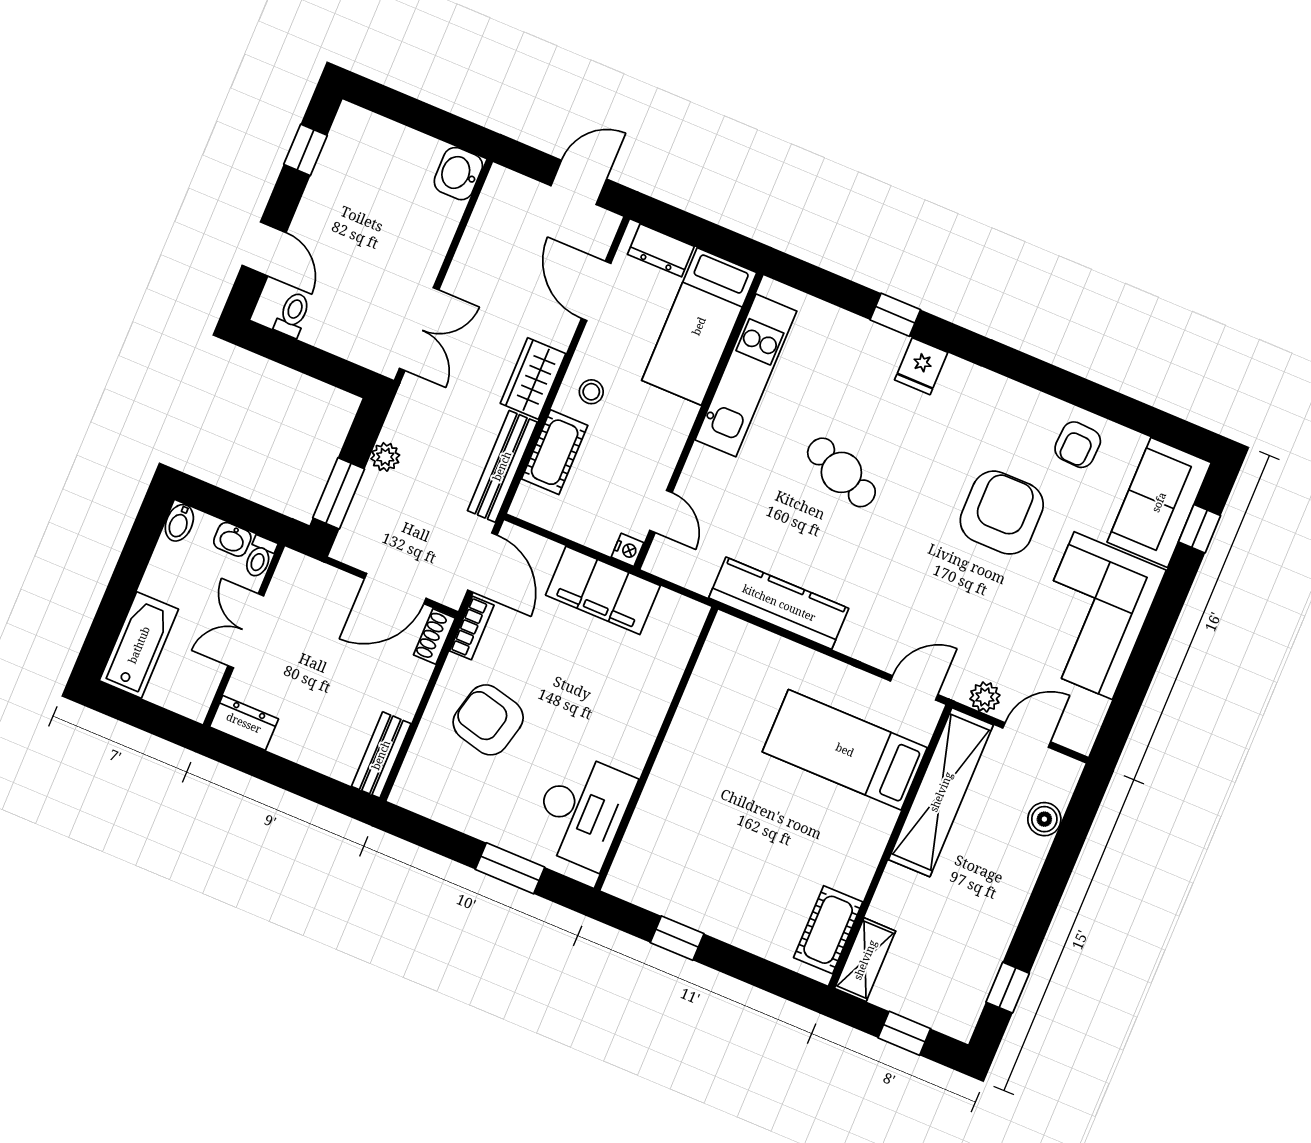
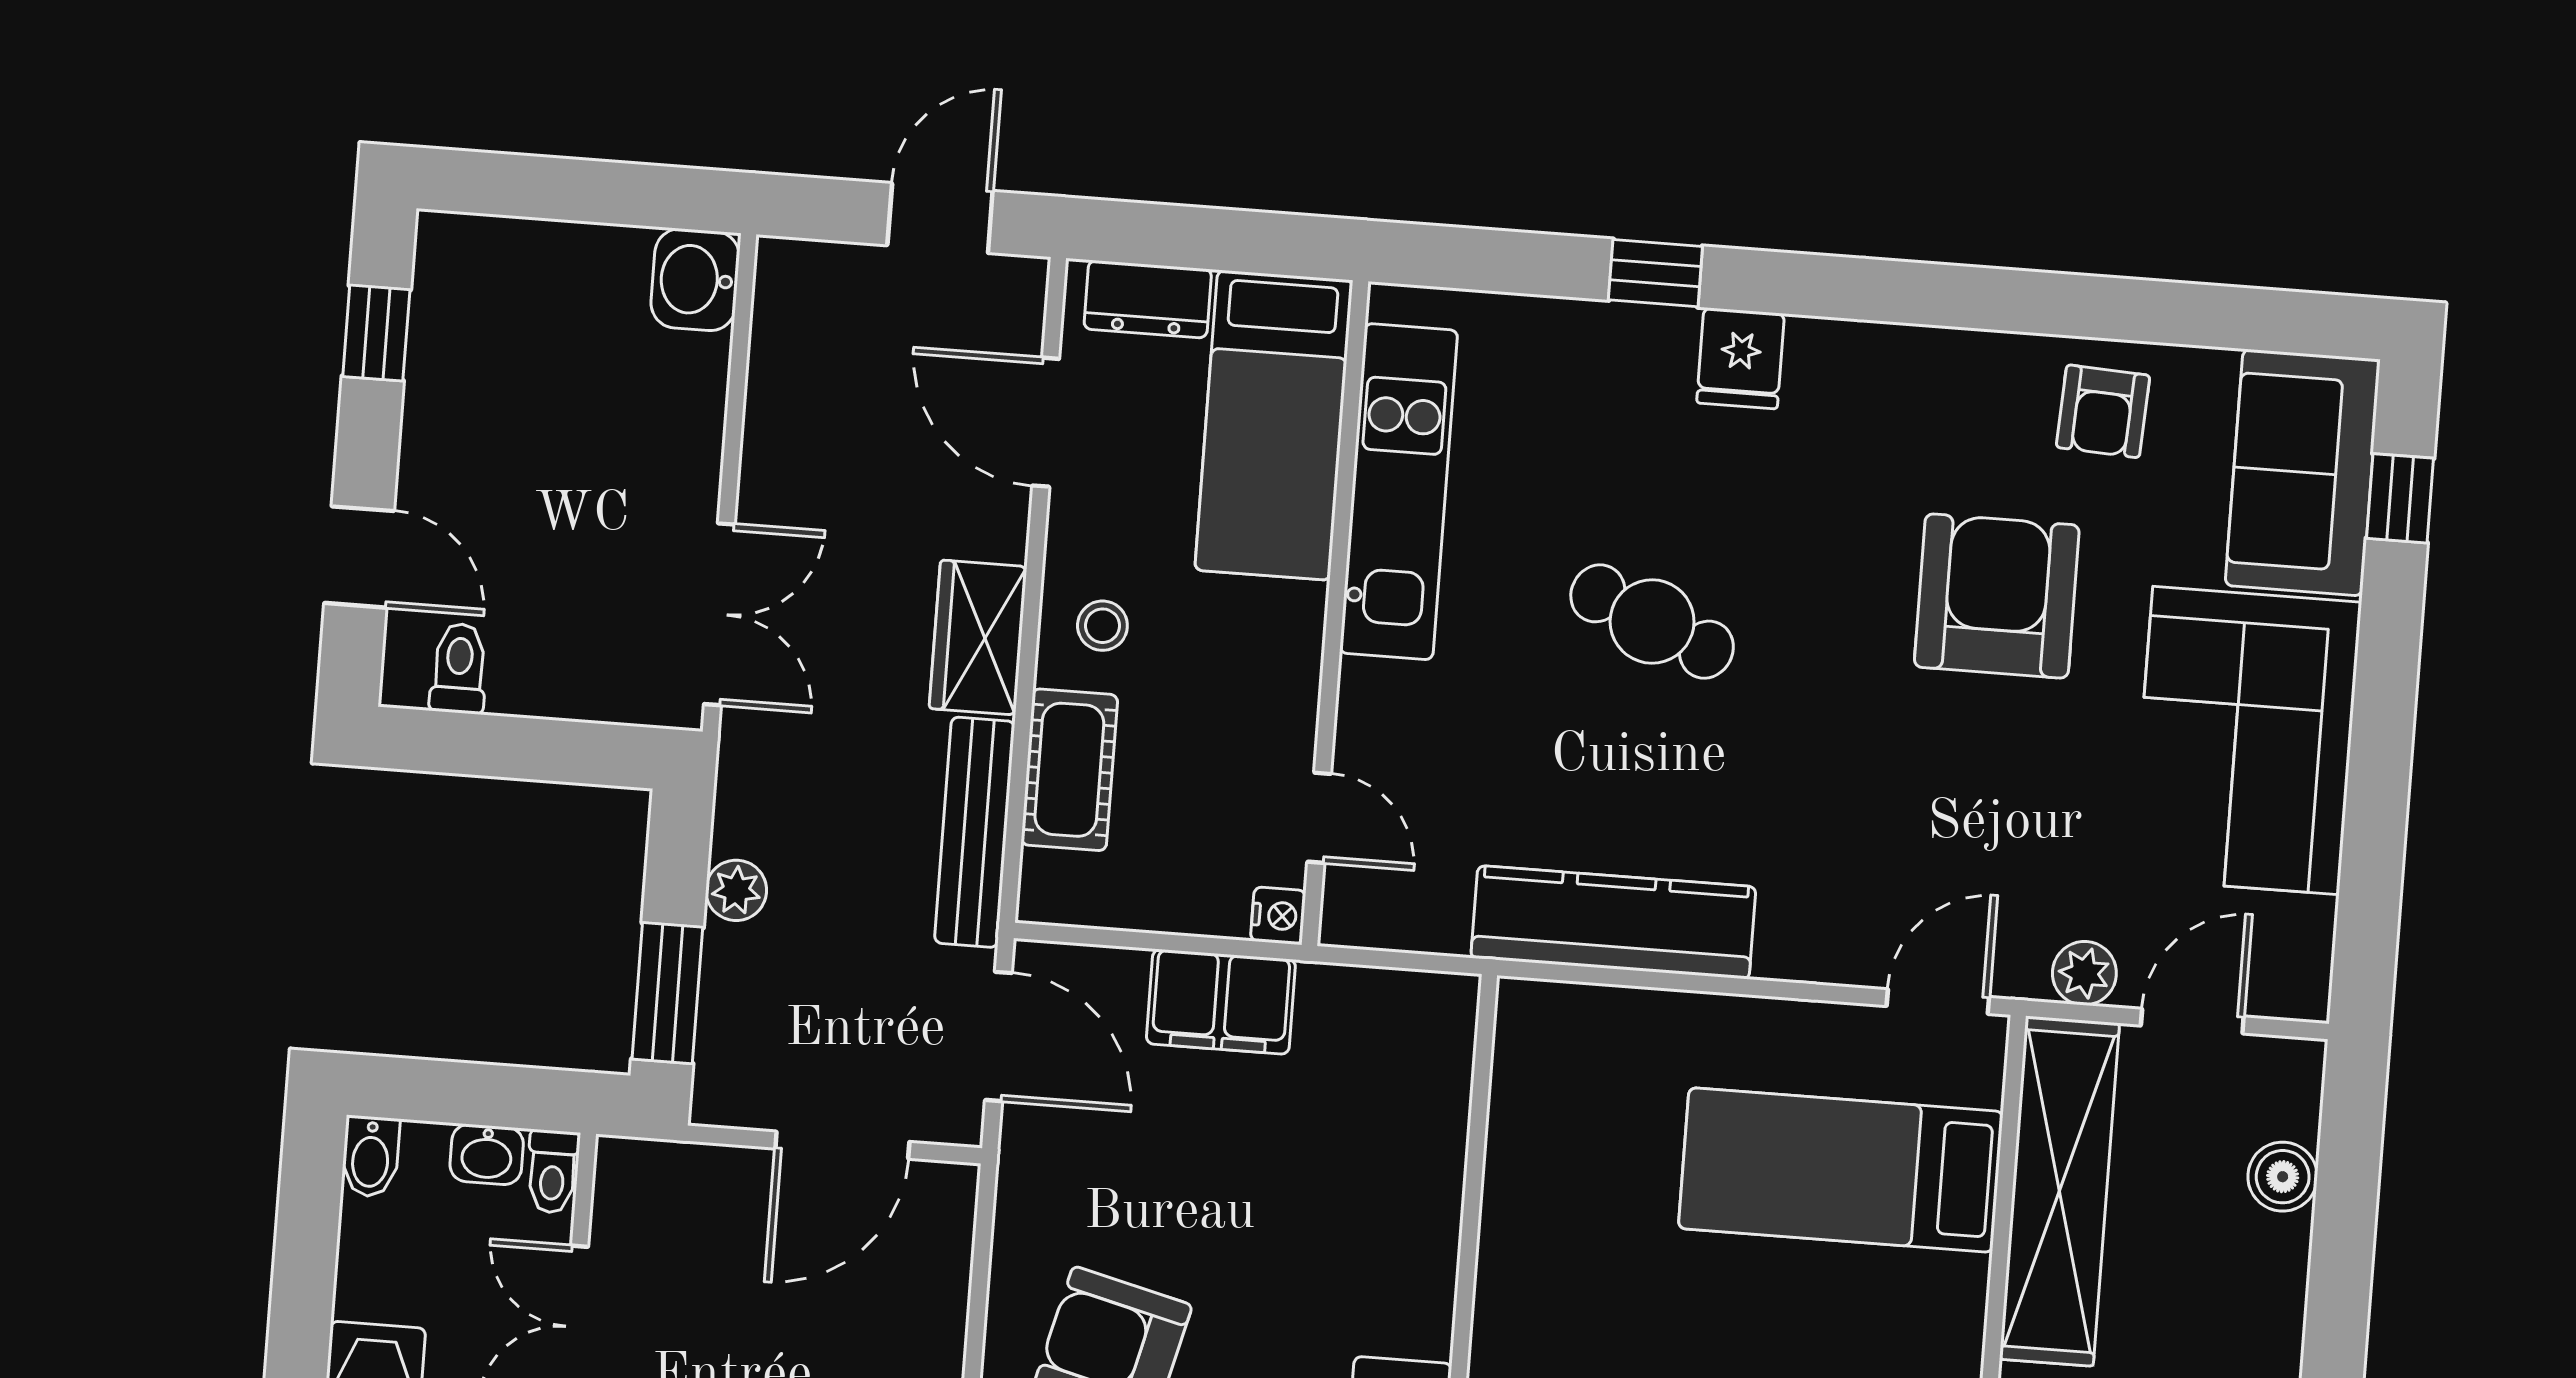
filing cabinet: (603, 590) -> (1221, 1002), width x0.67, depth x0.86
bookcase: (472, 628) -> (1020, 1173), removed
shoe rack: (434, 637) -> (952, 1215), removed

